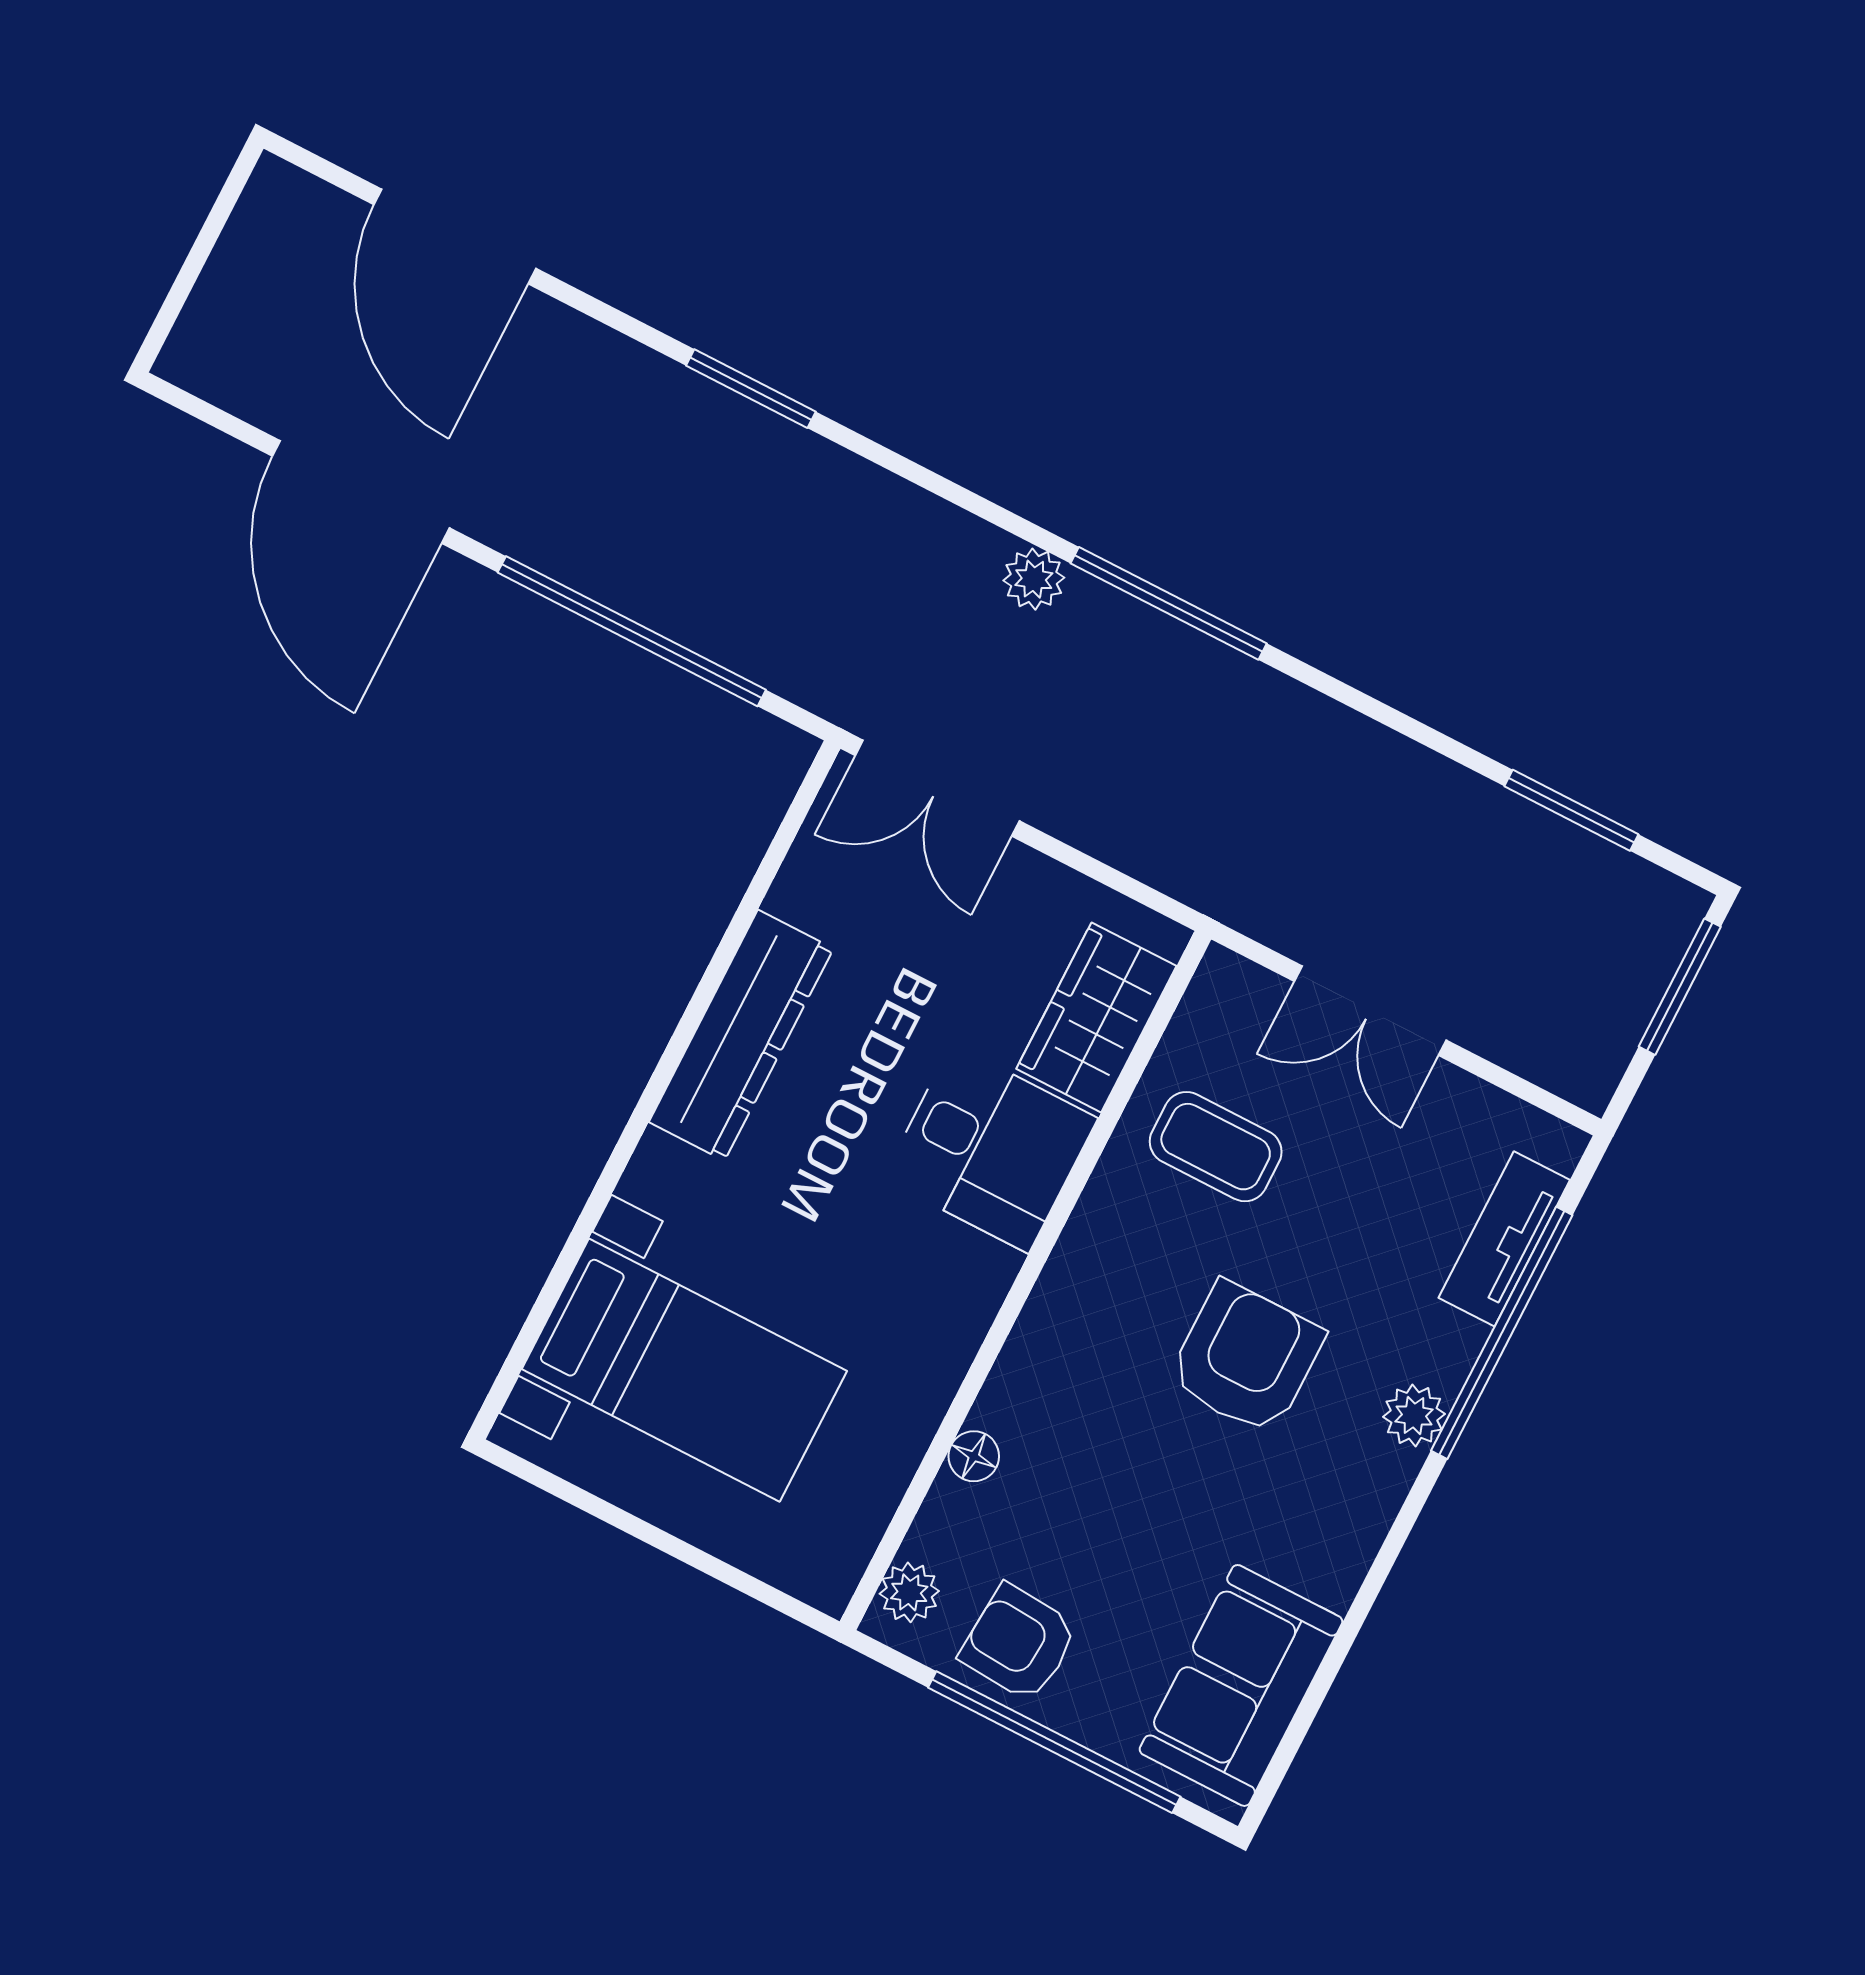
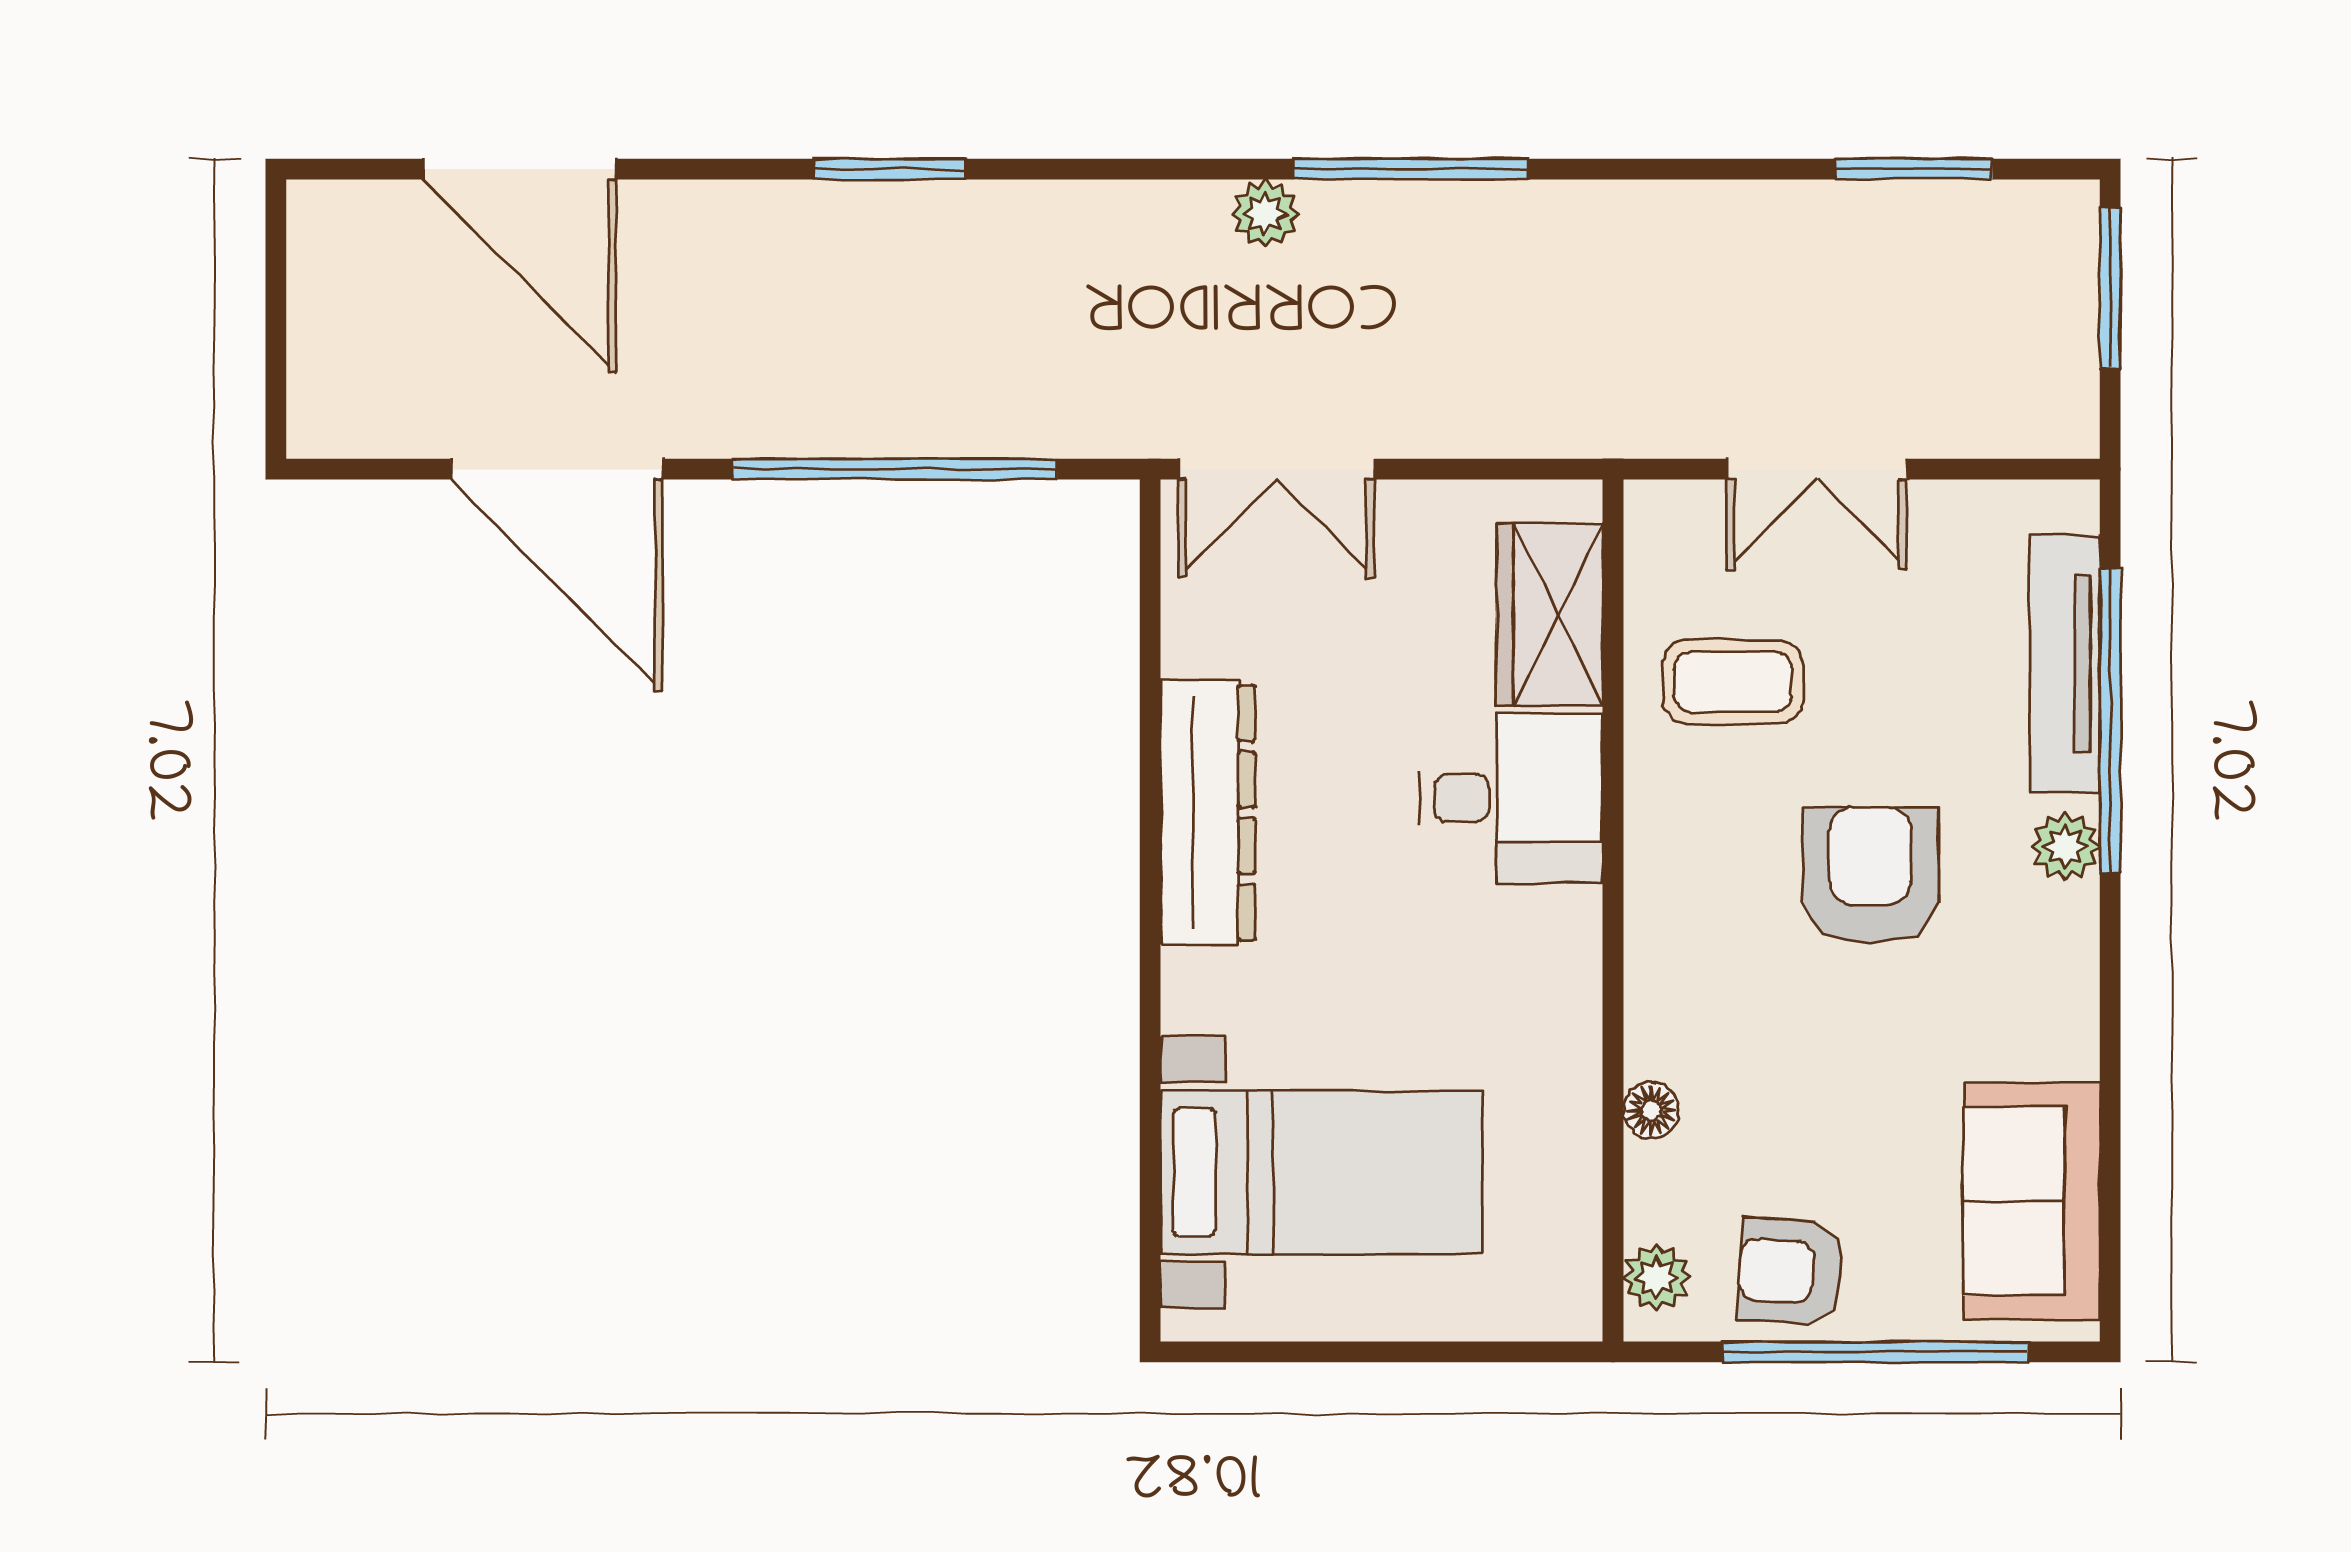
tv unit: (1504, 1239) -> (2065, 664), width x1.41

